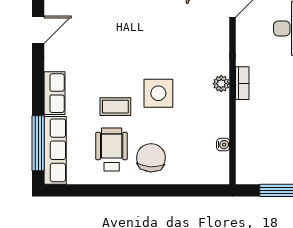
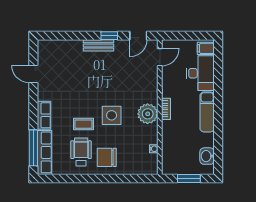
door: (38, 30) -> (33, 74), swing flipped
plant: (221, 84) -> (148, 114), width x1.88, depth x1.88
chair: (151, 158) -> (107, 157), turned -93

